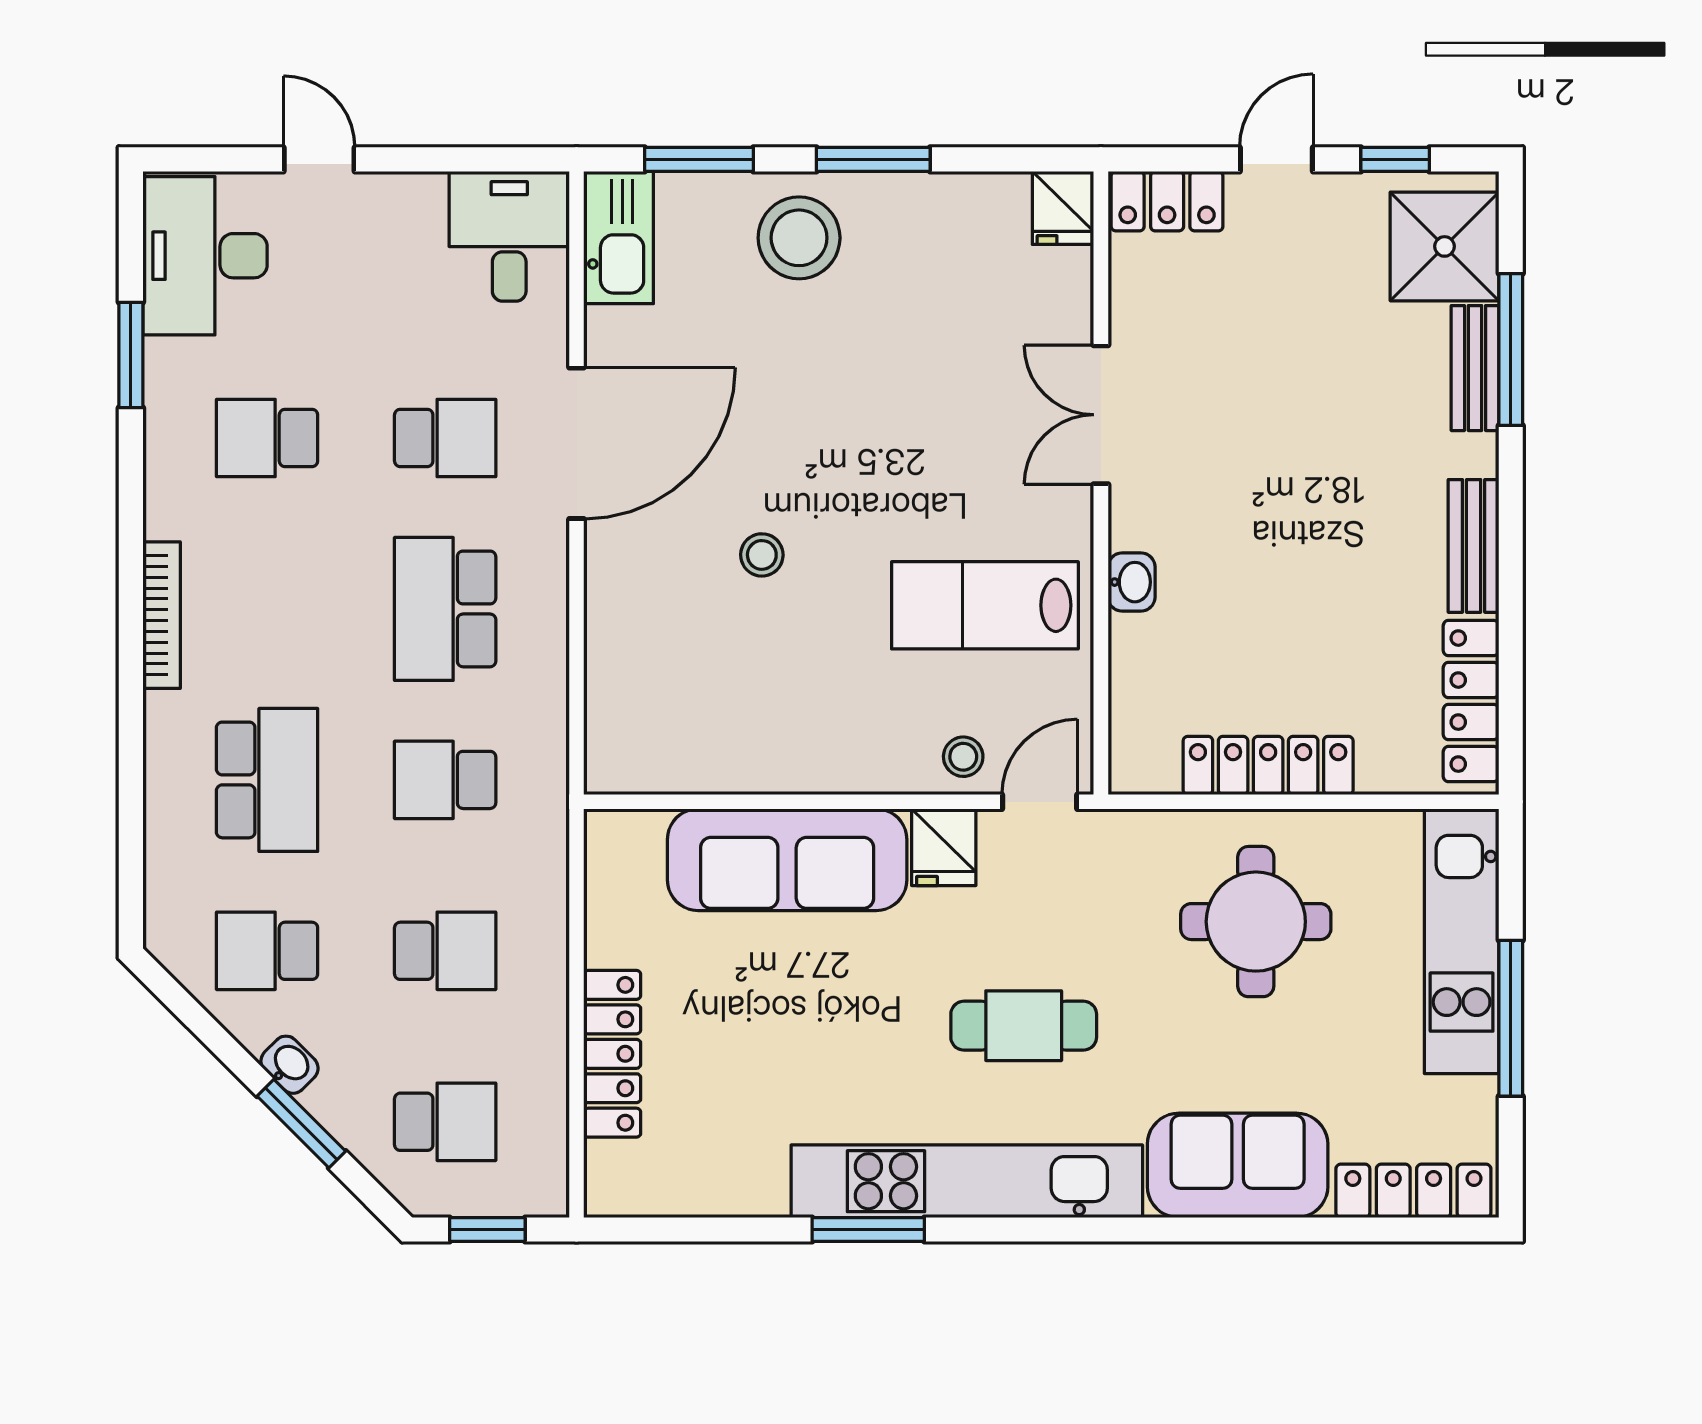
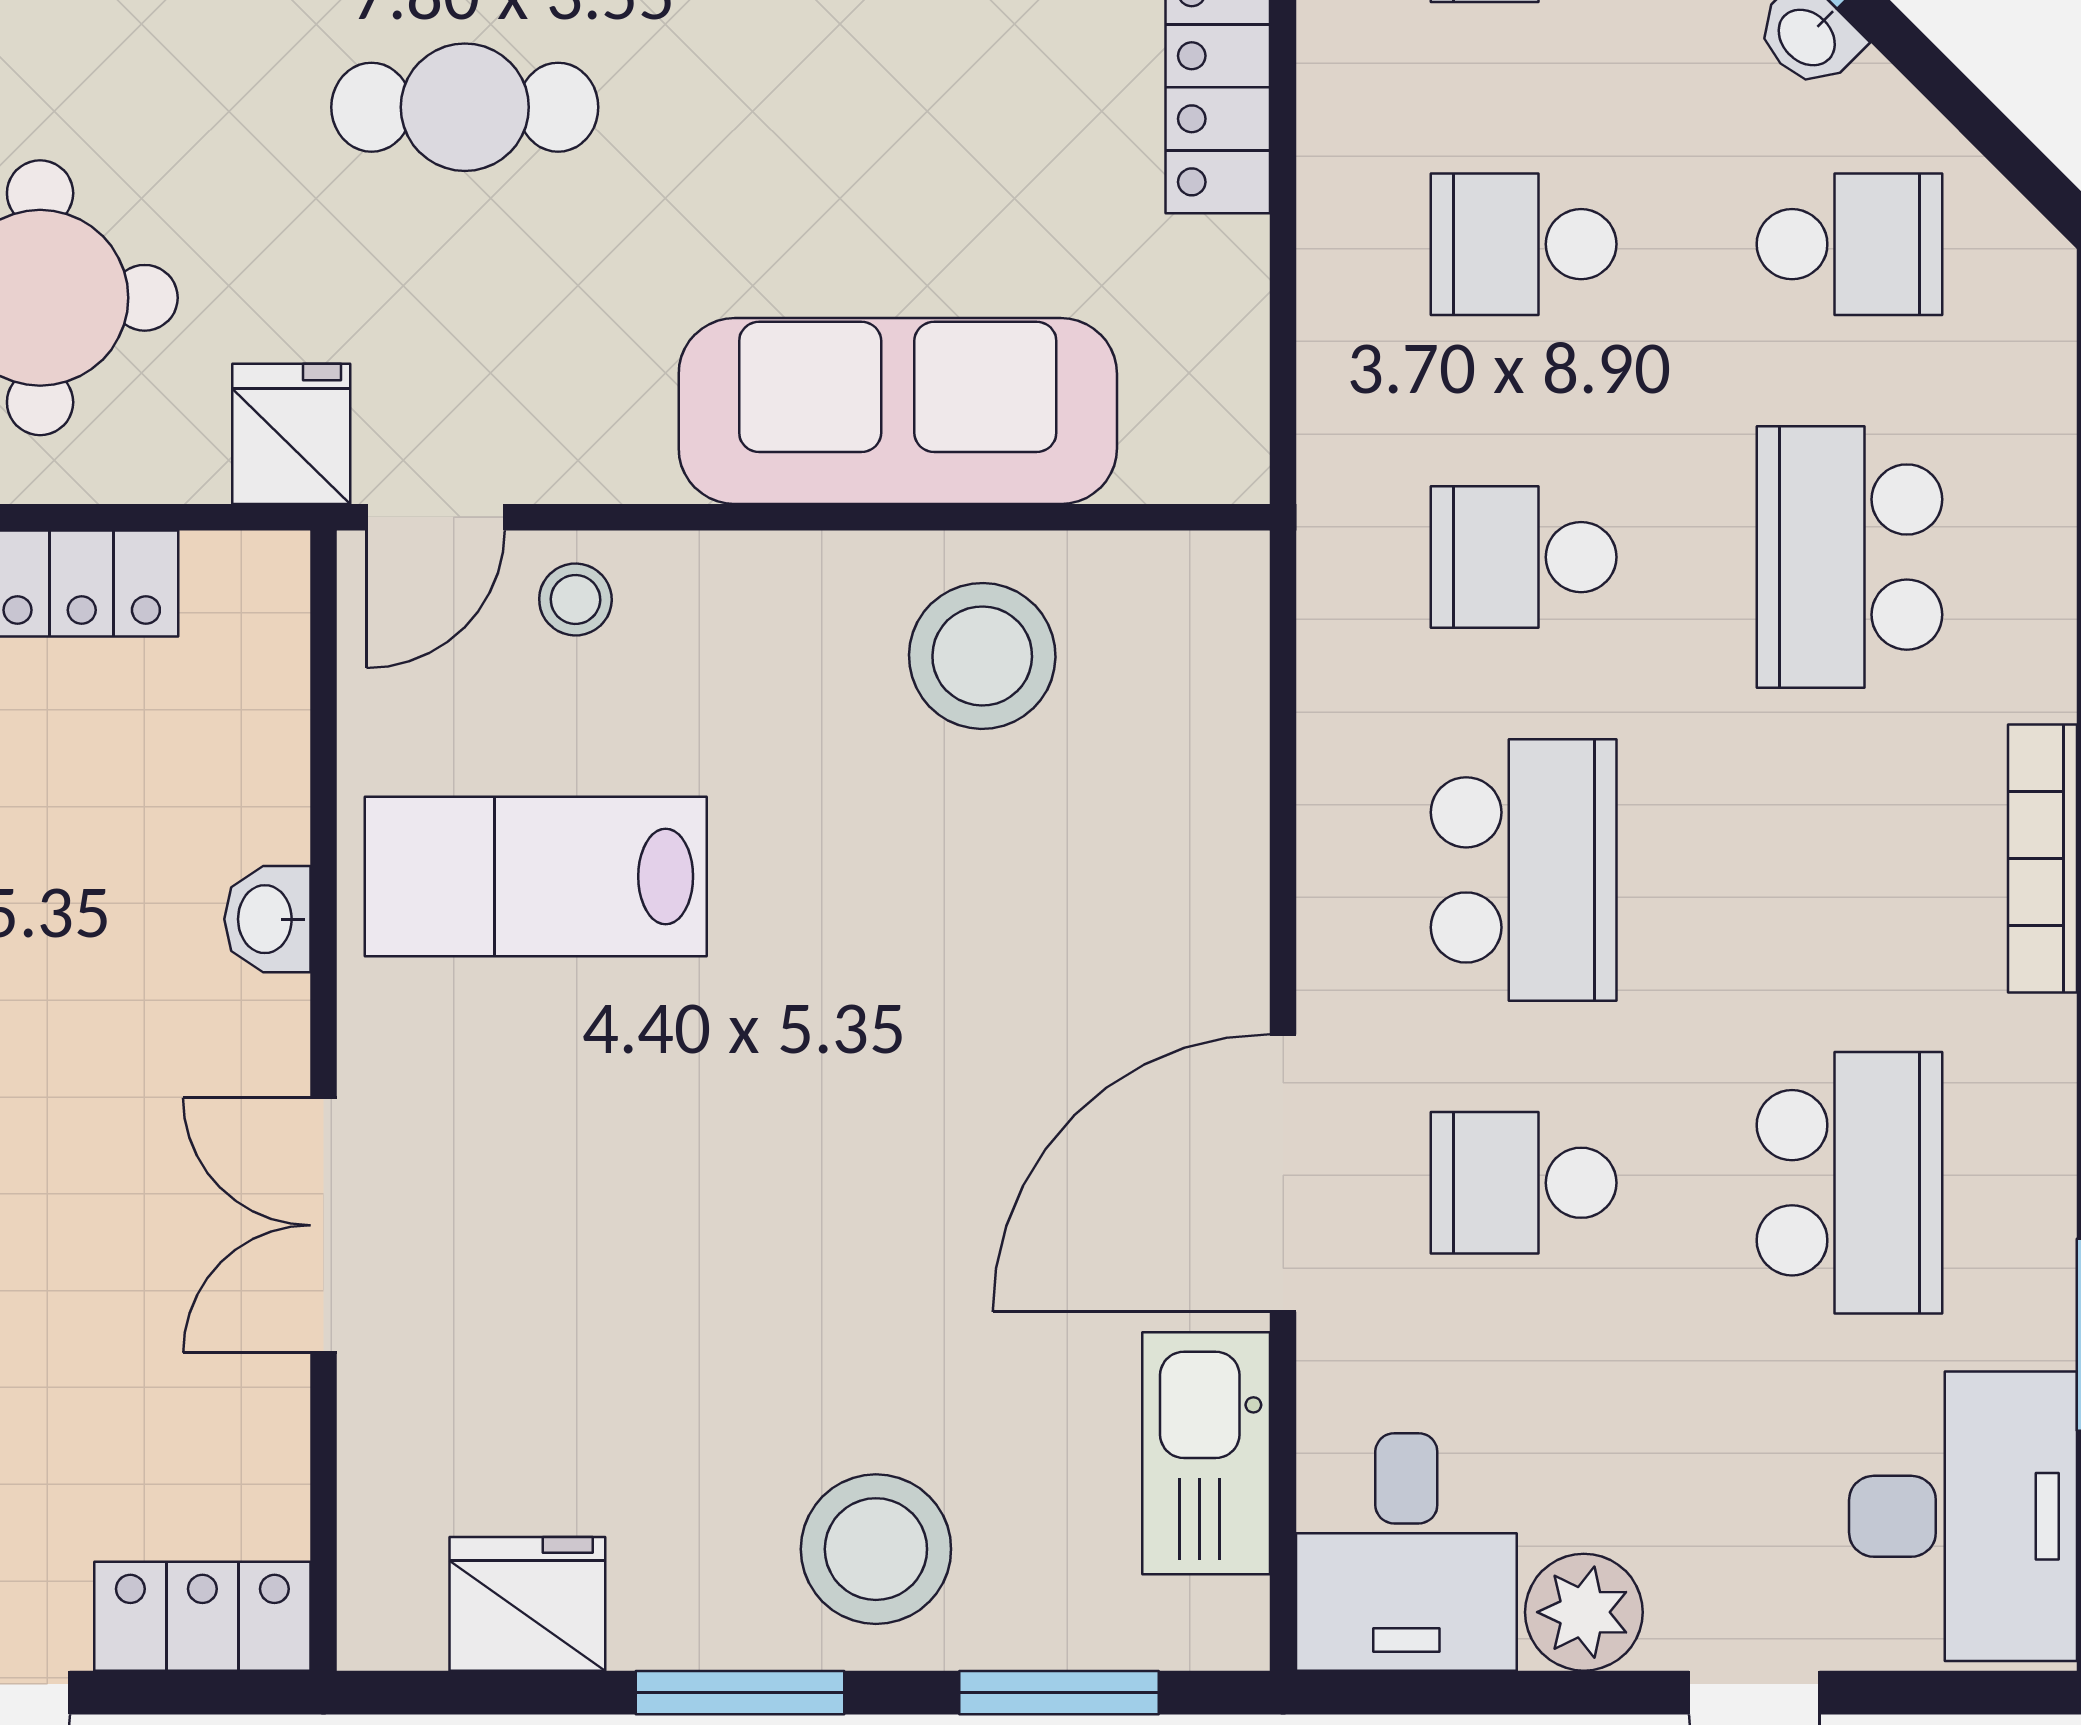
plant: (412, 203) -> (1584, 1612), added
fridge: (1063, 208) -> (527, 1604), moved, width x1.38
kitchen sink: (619, 237) -> (1206, 1453), moved
double door: (1101, 415) -> (324, 1225), swing flipped
school desk: (267, 438) -> (1849, 1183), width x1.85
stool: (762, 555) -> (982, 656), moved, width x1.89, depth x1.89
lab bench: (985, 605) -> (536, 876), turned 180
school desk: (445, 780) -> (1524, 557), turned 180
fridge: (944, 847) -> (291, 434), moved

